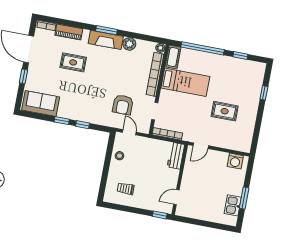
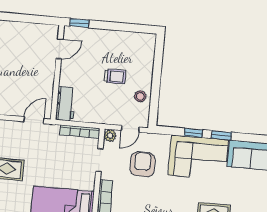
corner sofa: (81, 106) -> (198, 157), added
plant: (145, 129) -> (110, 136), added
door: (129, 132) -> (130, 129), hinge flipped
trolley: (126, 189) -> (115, 76), moved

